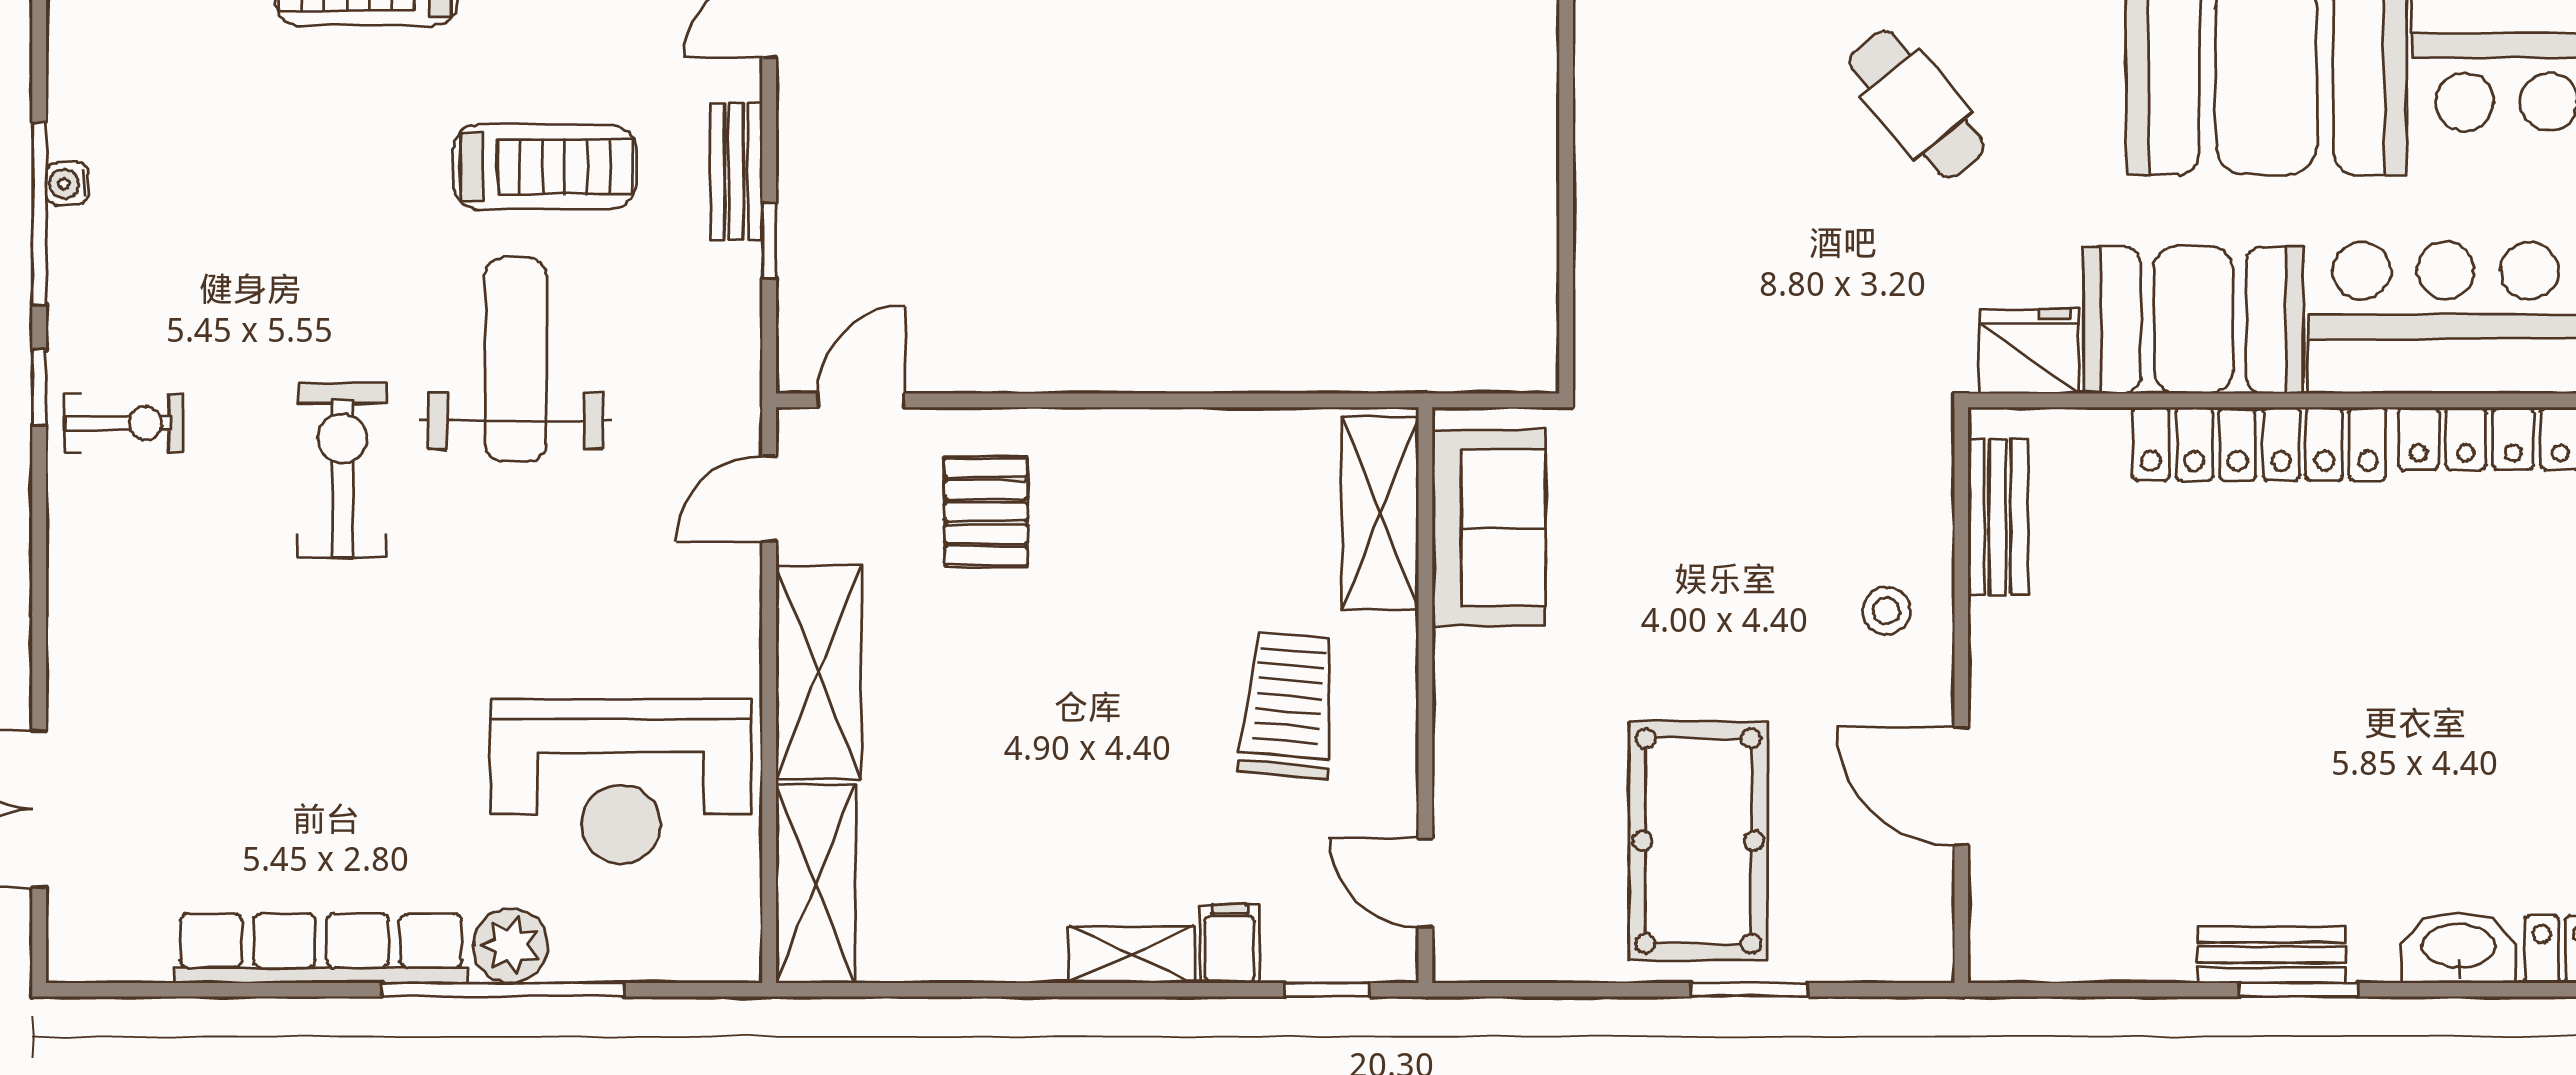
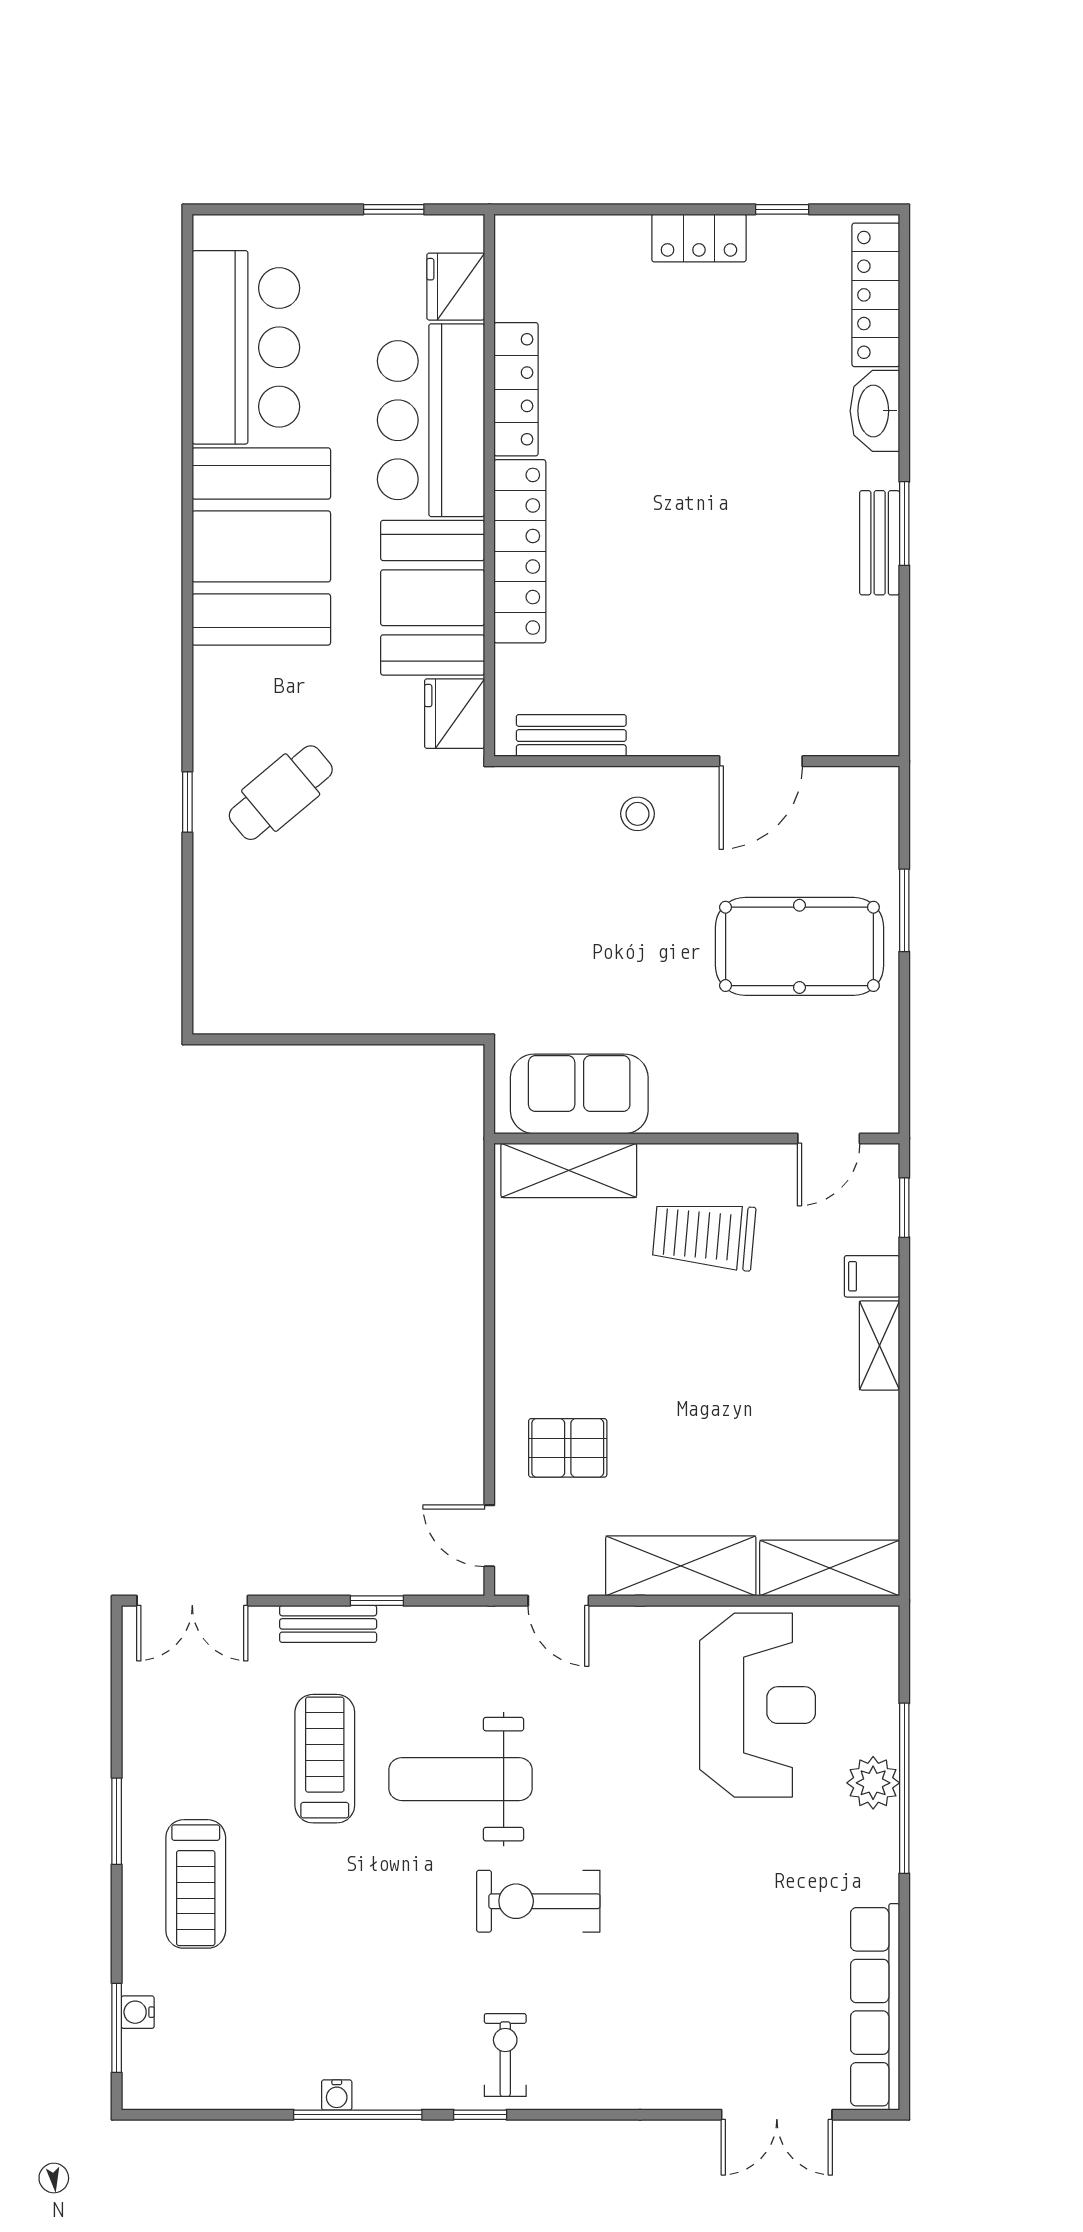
row of seats: (321, 948) -> (875, 2007), moved

